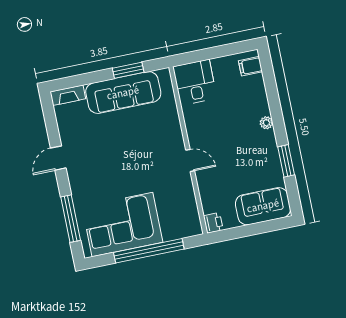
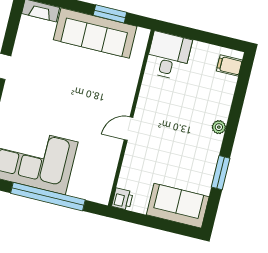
door: (190, 160) -> (129, 129), swing flipped

